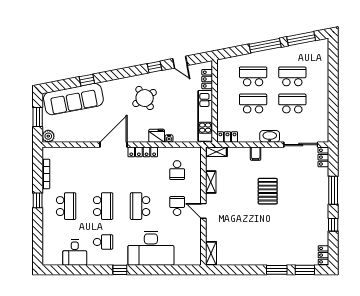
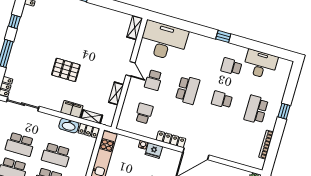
washbasin: (270, 136) -> (69, 126), moved
shelving: (216, 152) -> (92, 117), moved
filing cabinet: (256, 154) -> (72, 109), width x2.00
pallet: (268, 191) -> (66, 70), turned 90
window: (38, 200) -> (284, 111), moved
school desk: (103, 206) -> (222, 100), width x0.54
desk: (151, 248) -> (164, 41), moved
desk: (75, 253) -> (260, 64), width x1.37

